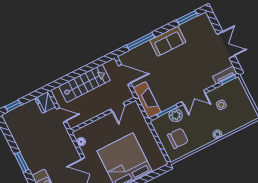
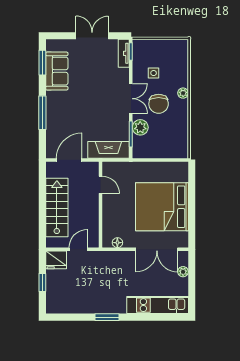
window: (141, 41) -> (42, 113), moved
sofa: (168, 41) -> (57, 71), moved
window: (13, 106) -> (42, 283), moved
chair: (178, 138) -> (159, 104), moved, turned 180

